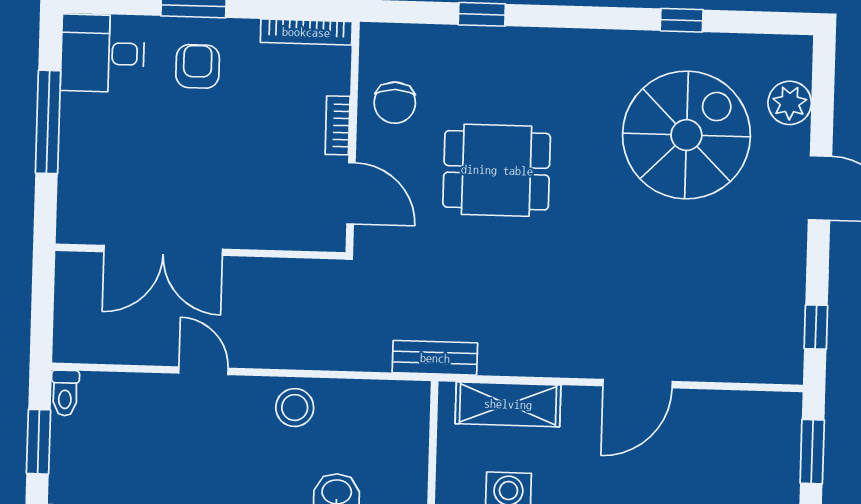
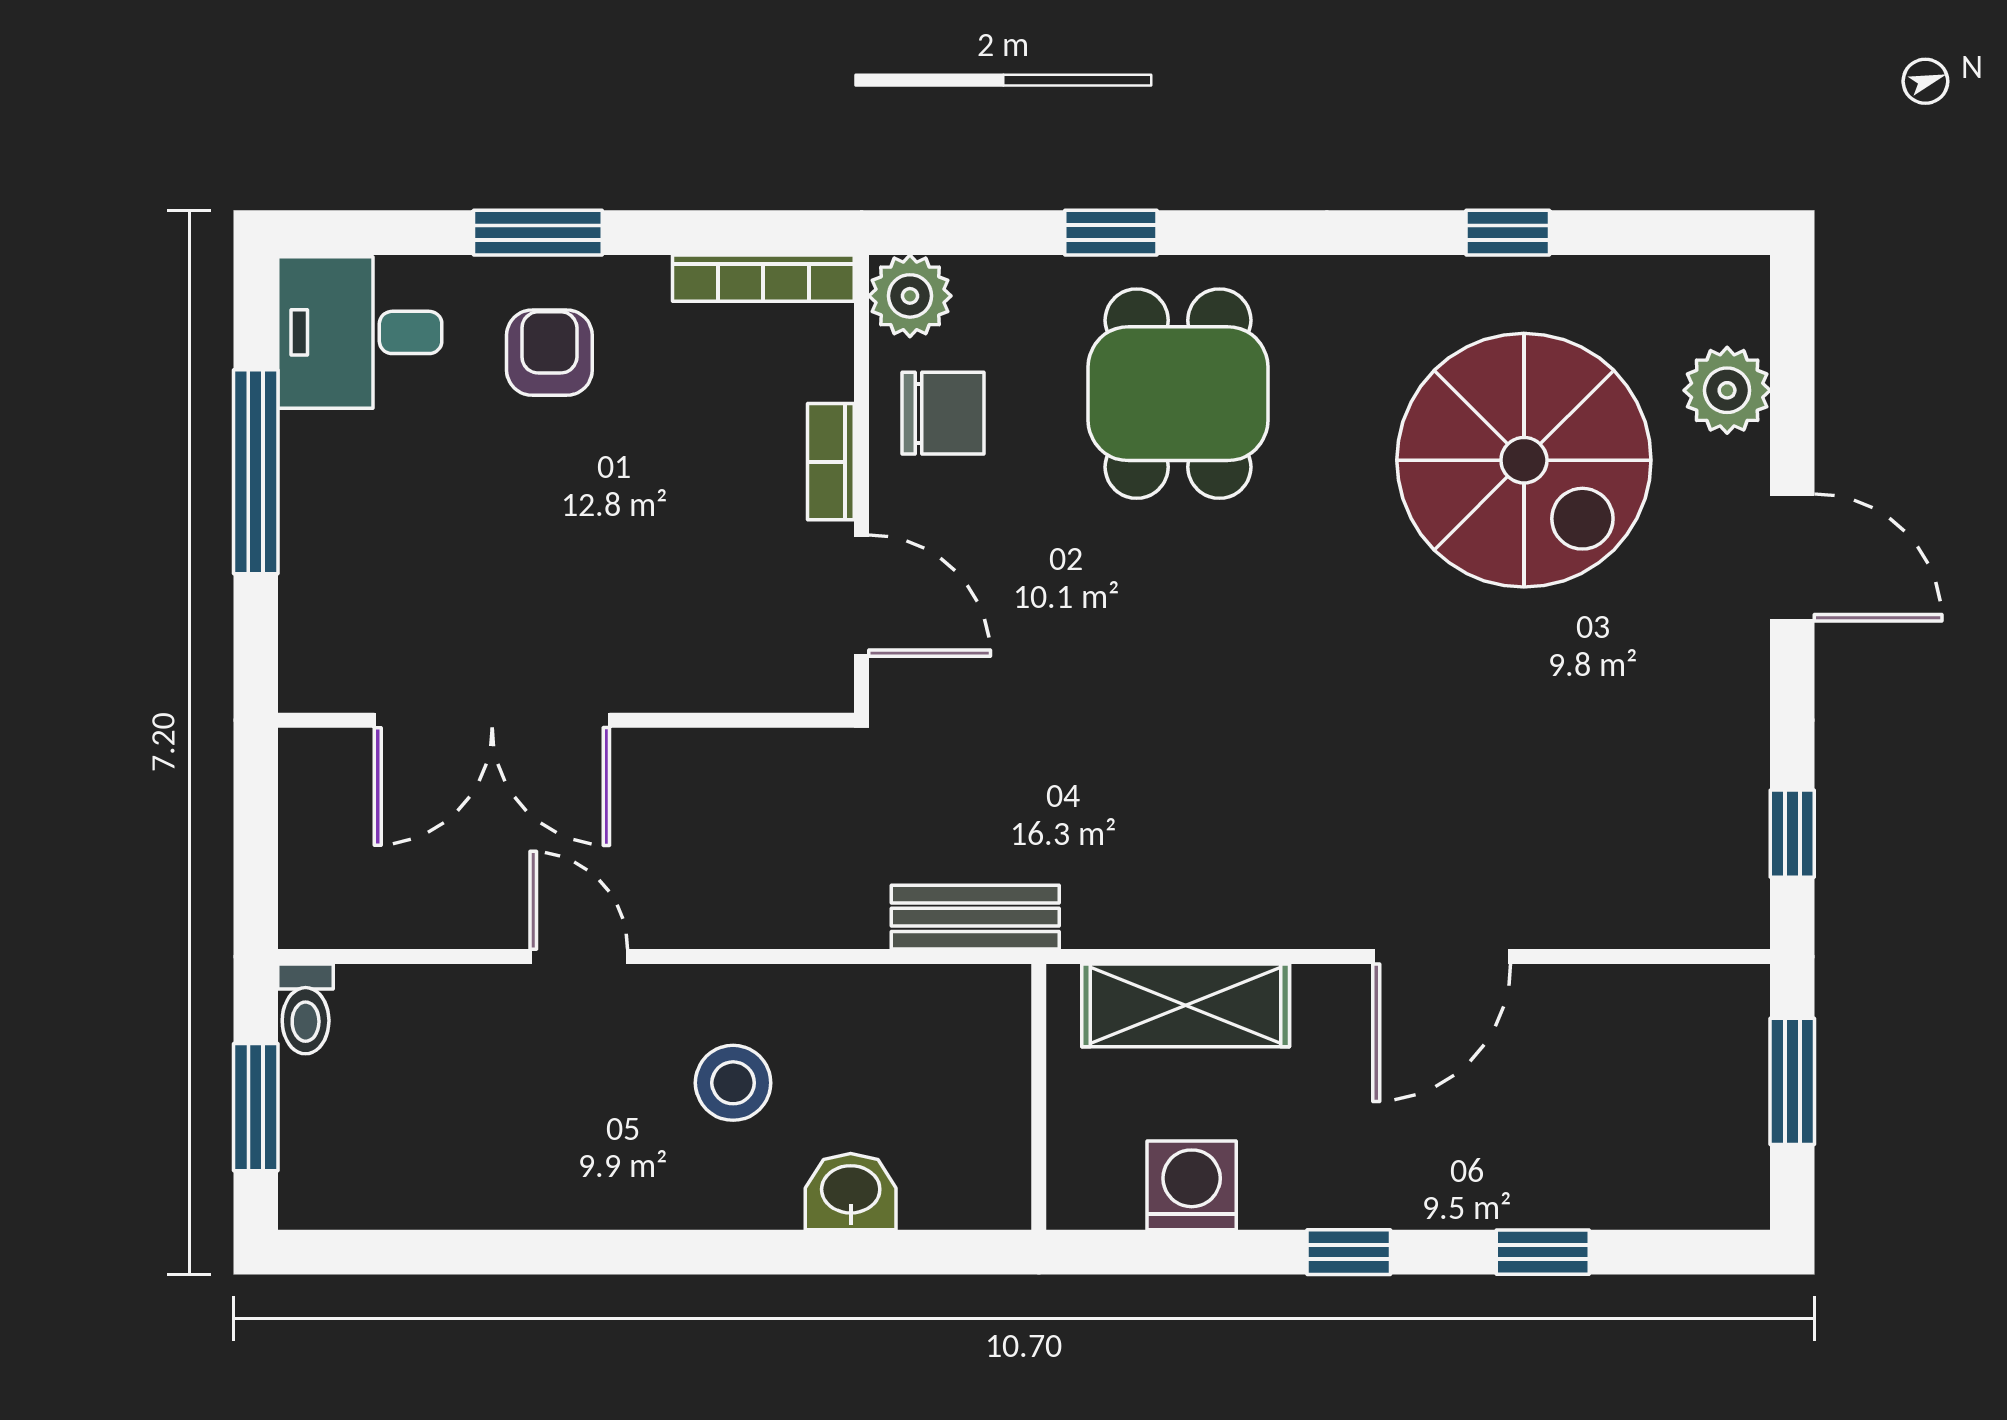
plant: (380, 43) -> (910, 296), added
chair: (395, 103) -> (943, 413), turned -90
spiral stairs: (686, 135) -> (1524, 460), turned 90
dining table: (497, 170) -> (1178, 394), moved, turned 90
bench: (435, 358) -> (975, 917), moved
stool: (295, 408) -> (733, 1083), moved

